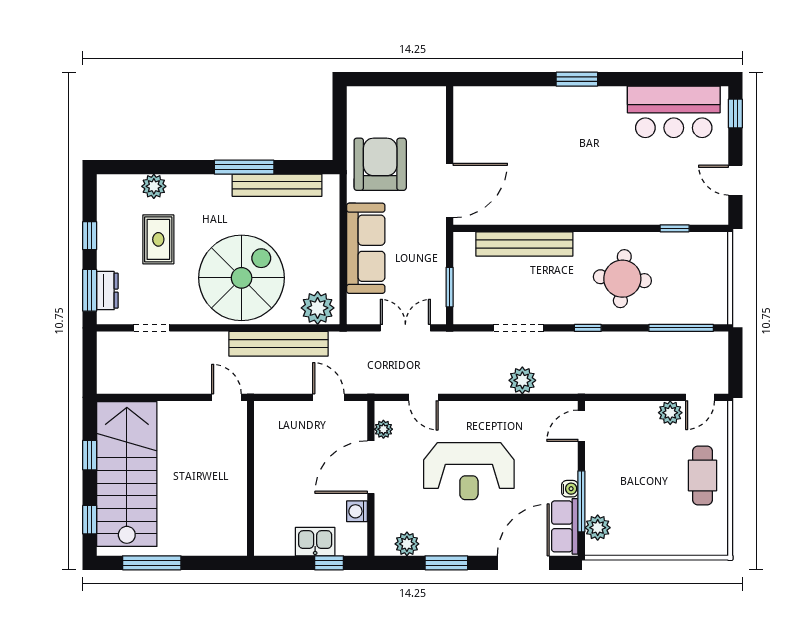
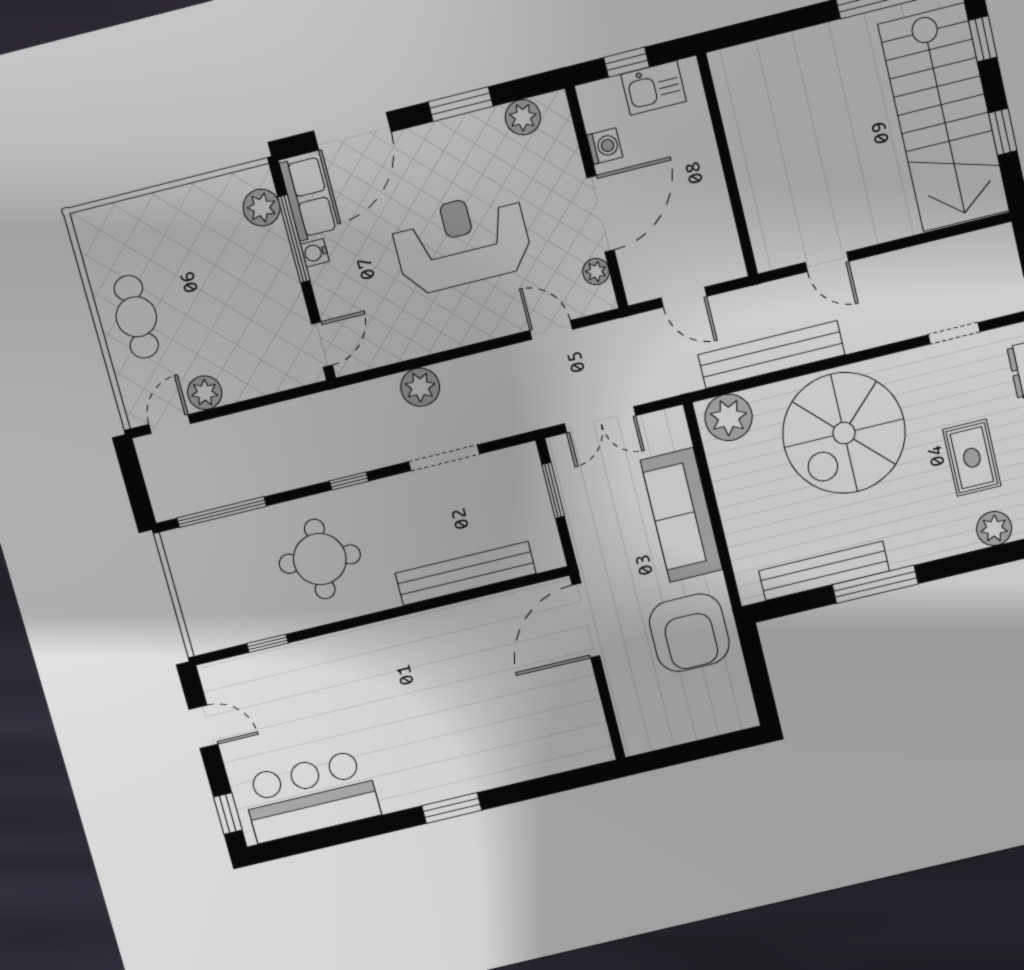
wall: (251, 478) -> (727, 165), moved

